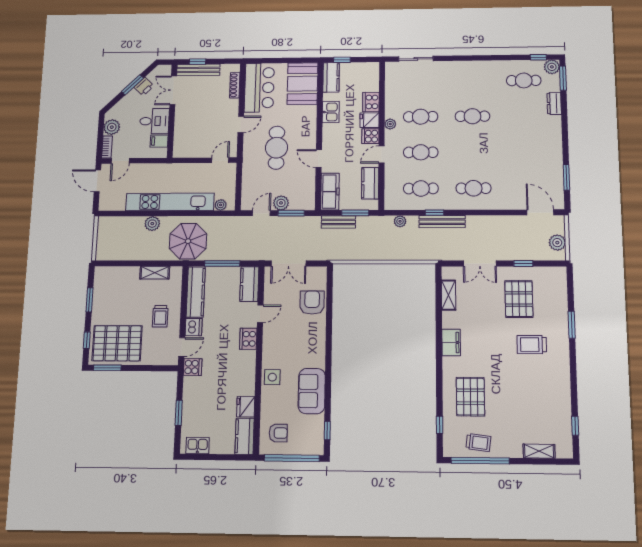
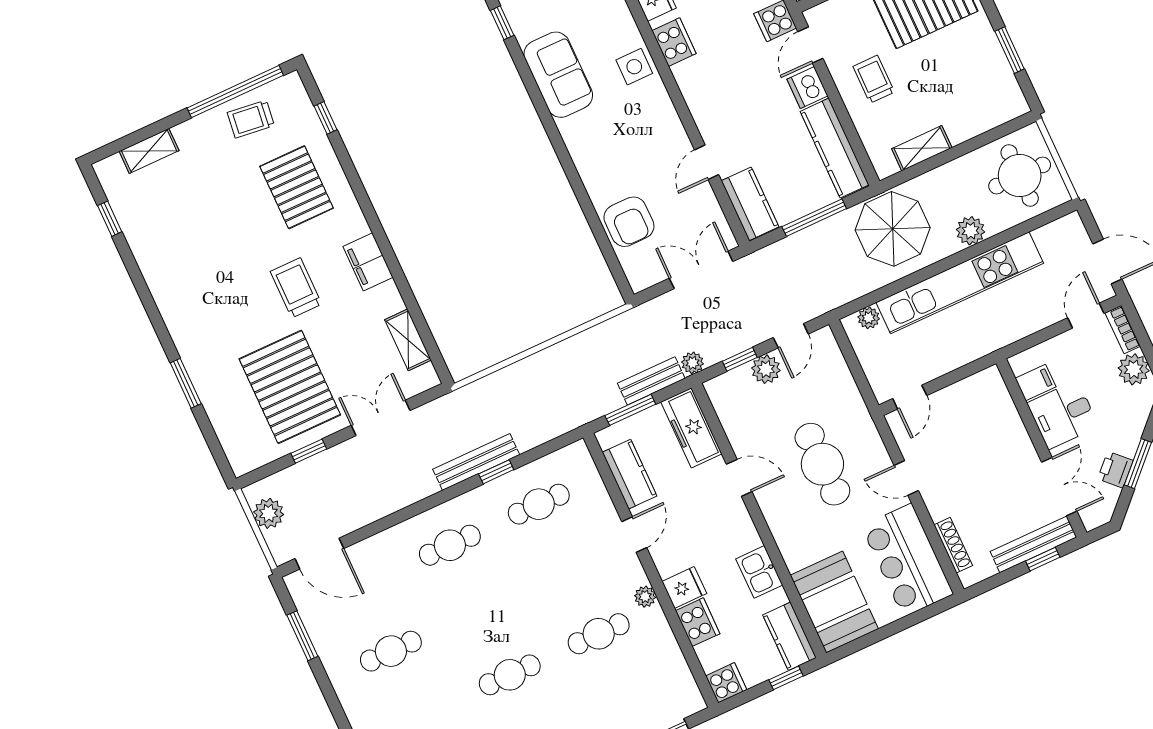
door: (241, 124) -> (906, 478), hinge flipped
cooker: (370, 136) -> (726, 683), moved
cafe table: (421, 152) -> (391, 651), moved
window: (291, 213) -> (740, 359), width x0.67
plant: (400, 221) -> (693, 363), moved
round table: (116, 239) -> (1020, 175), added
pallet: (519, 299) -> (290, 387), width x1.37, depth x1.41
cooker: (248, 339) -> (674, 42), moved
trolley: (532, 345) -> (296, 288), moved, turned -90

